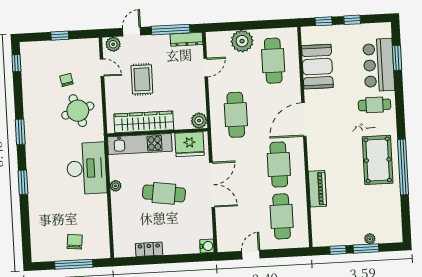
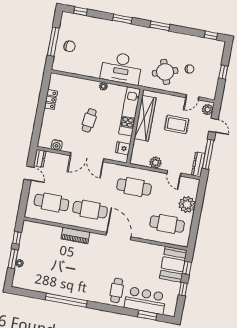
booth: (317, 67) -> (173, 264), moved, turned 90
plant: (199, 121) -> (155, 163), moved
fridge: (190, 144) -> (123, 148), width x0.53, depth x0.75
pool table: (378, 160) -> (76, 283), removed
piano: (317, 189) -> (75, 236), moved
cafe table: (164, 193) -> (89, 120), width x0.73, depth x0.74
window: (26, 239) -> (81, 11), added
dresser: (228, 245) -> (40, 158), added
water cooler: (207, 246) -> (57, 145), moved

